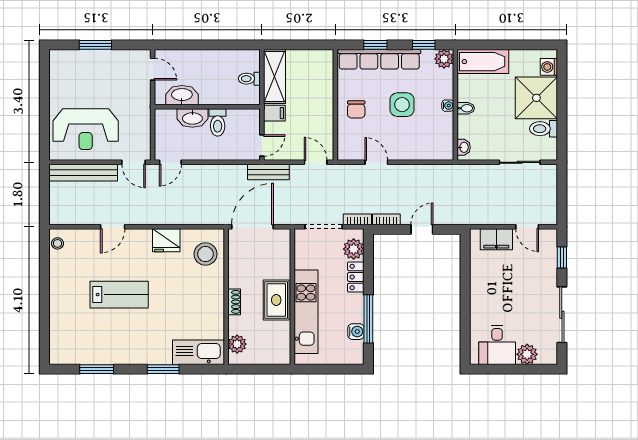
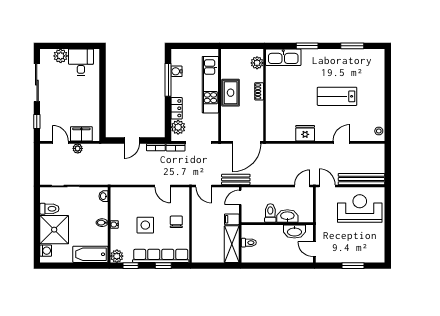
plant: (502, 218) -> (78, 148), added
stool: (205, 254) -> (278, 124), removed

